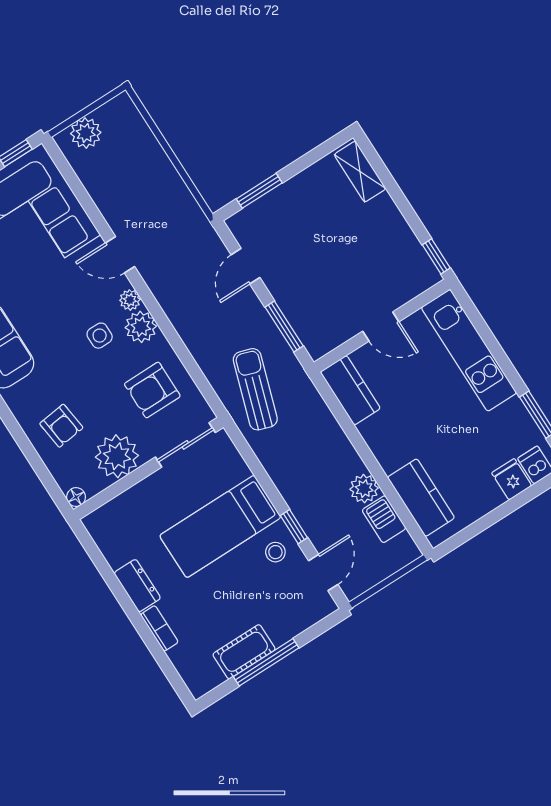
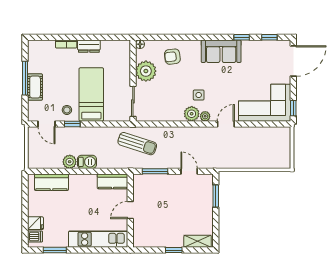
plant: (86, 133) -> (283, 141), removed
window: (436, 256) -> (174, 250), moved
armchair: (152, 390) -> (163, 102), removed
barbecue: (384, 519) -> (87, 162), moved
cot: (244, 652) -> (35, 87), moved

